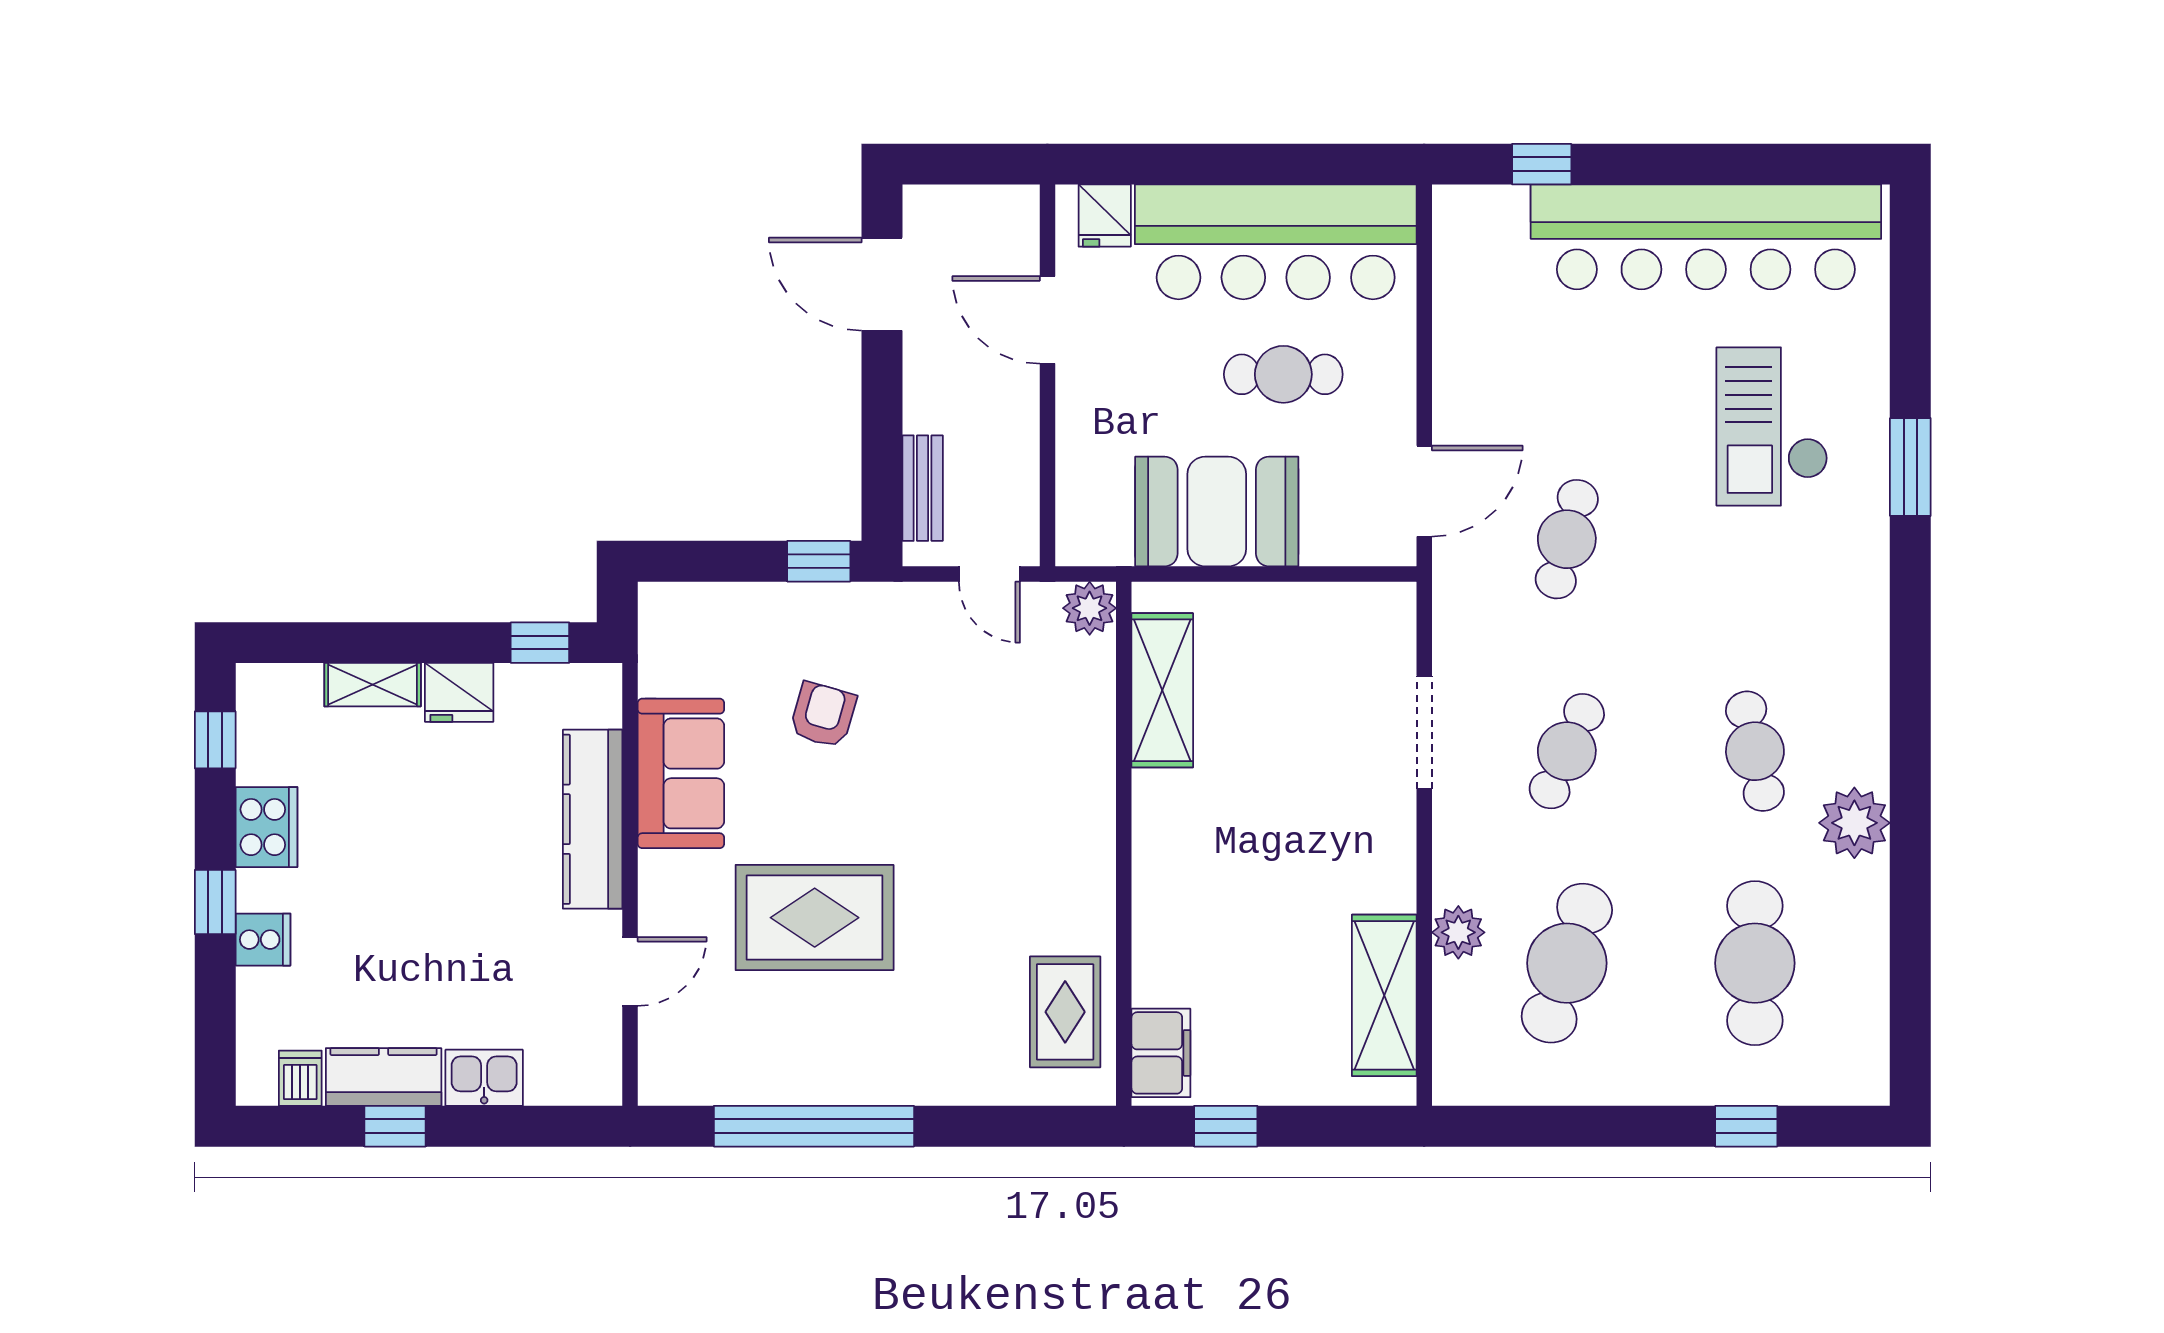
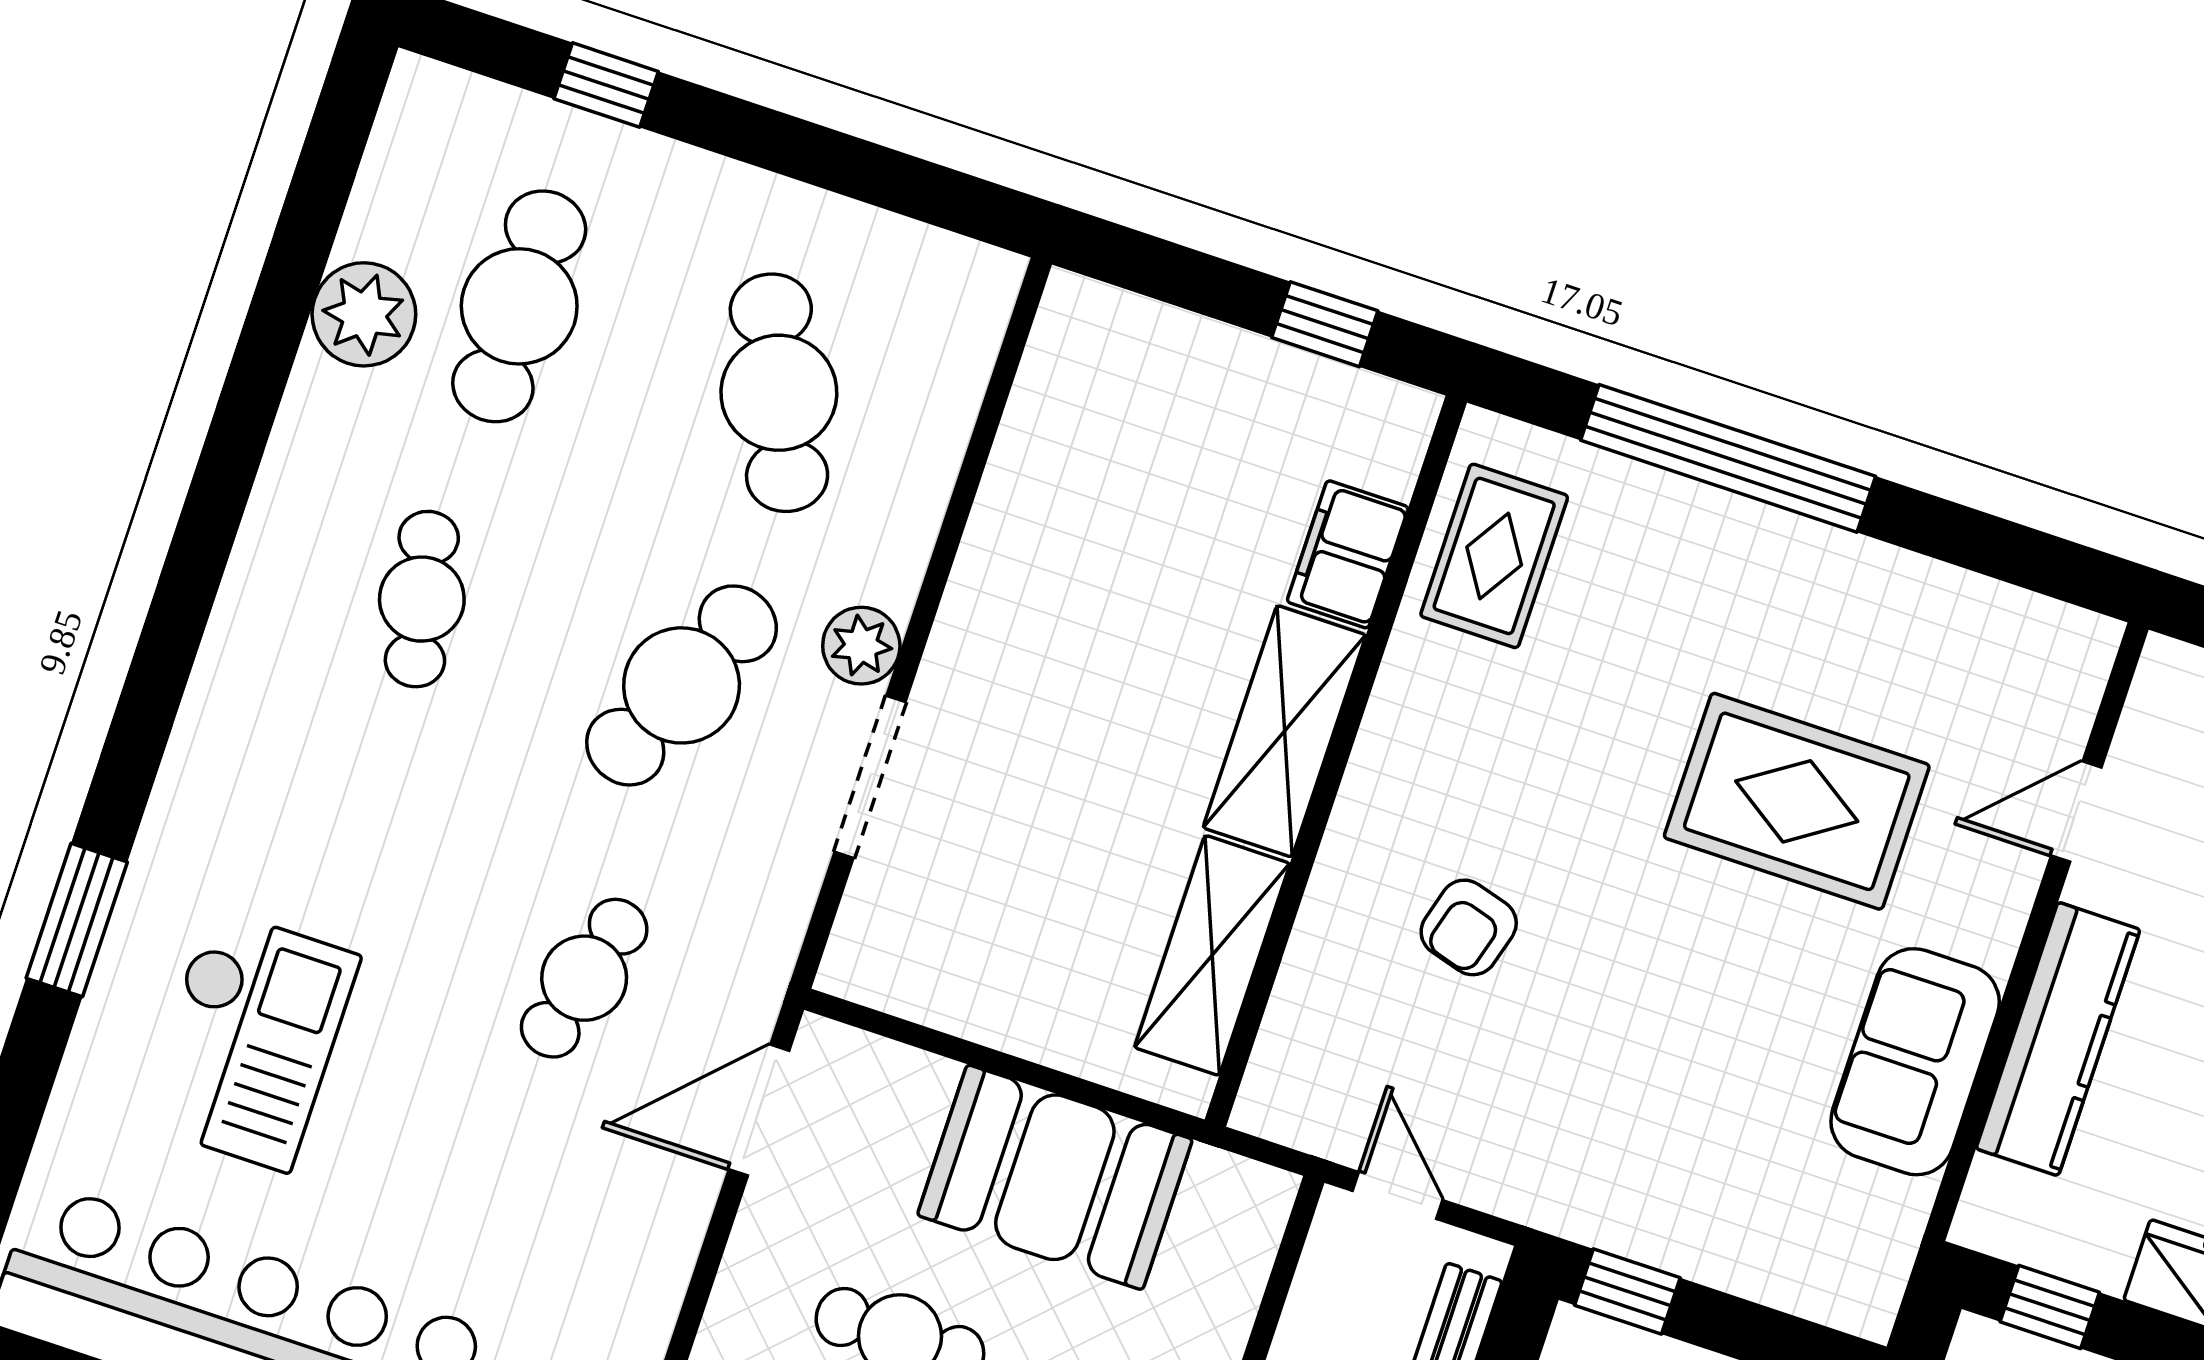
plant: (1090, 608) -> (1275, 1102), removed
armchair: (823, 715) -> (1469, 927), moved
cafe table: (1567, 751) -> (682, 685), width x1.37, depth x1.35
plant: (1854, 823) -> (364, 314), moved
plant: (1458, 932) -> (861, 646), moved
cafe table: (1567, 963) -> (779, 393), turned -42
shelving: (1384, 995) -> (1285, 731), moved
filing cabinet: (1161, 1053) -> (1348, 554), moved
window: (814, 1126) -> (1728, 458), moved

